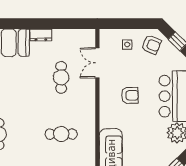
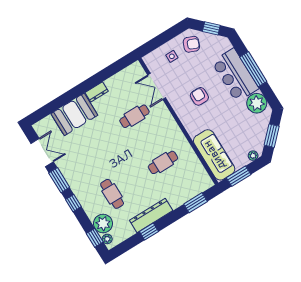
cafe table: (61, 77) -> (134, 116), turned 90
armchair: (130, 95) -> (199, 96), turned -90

